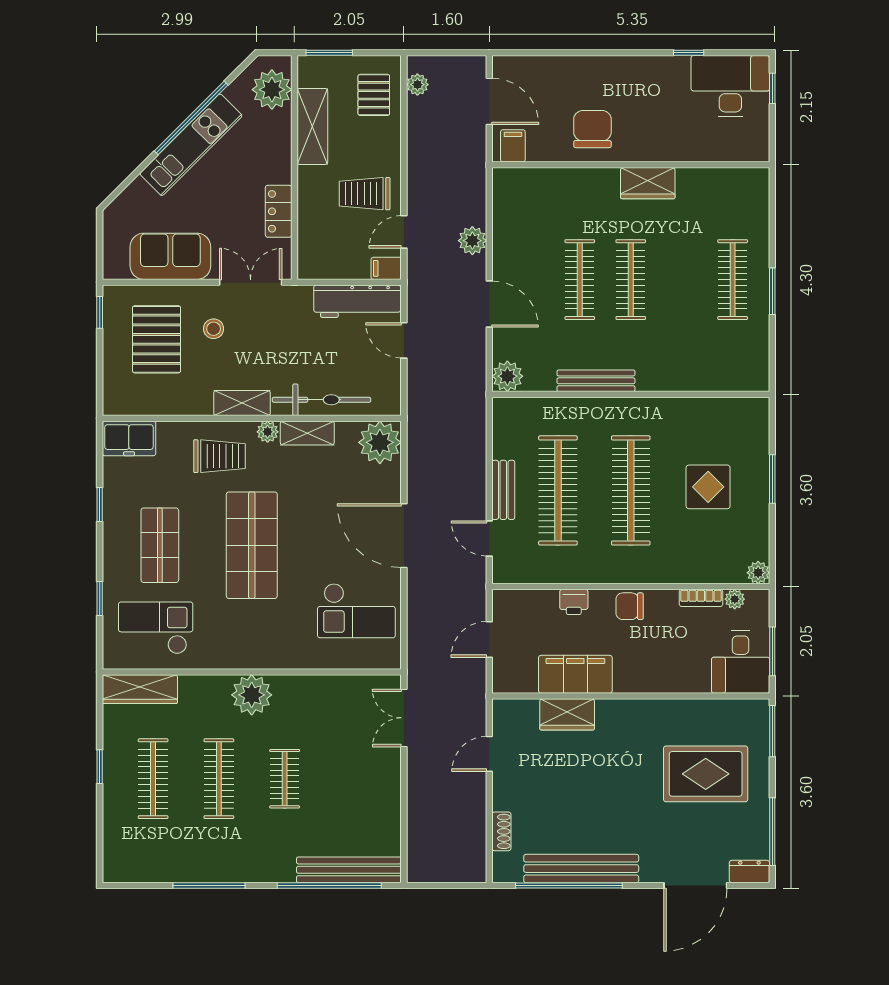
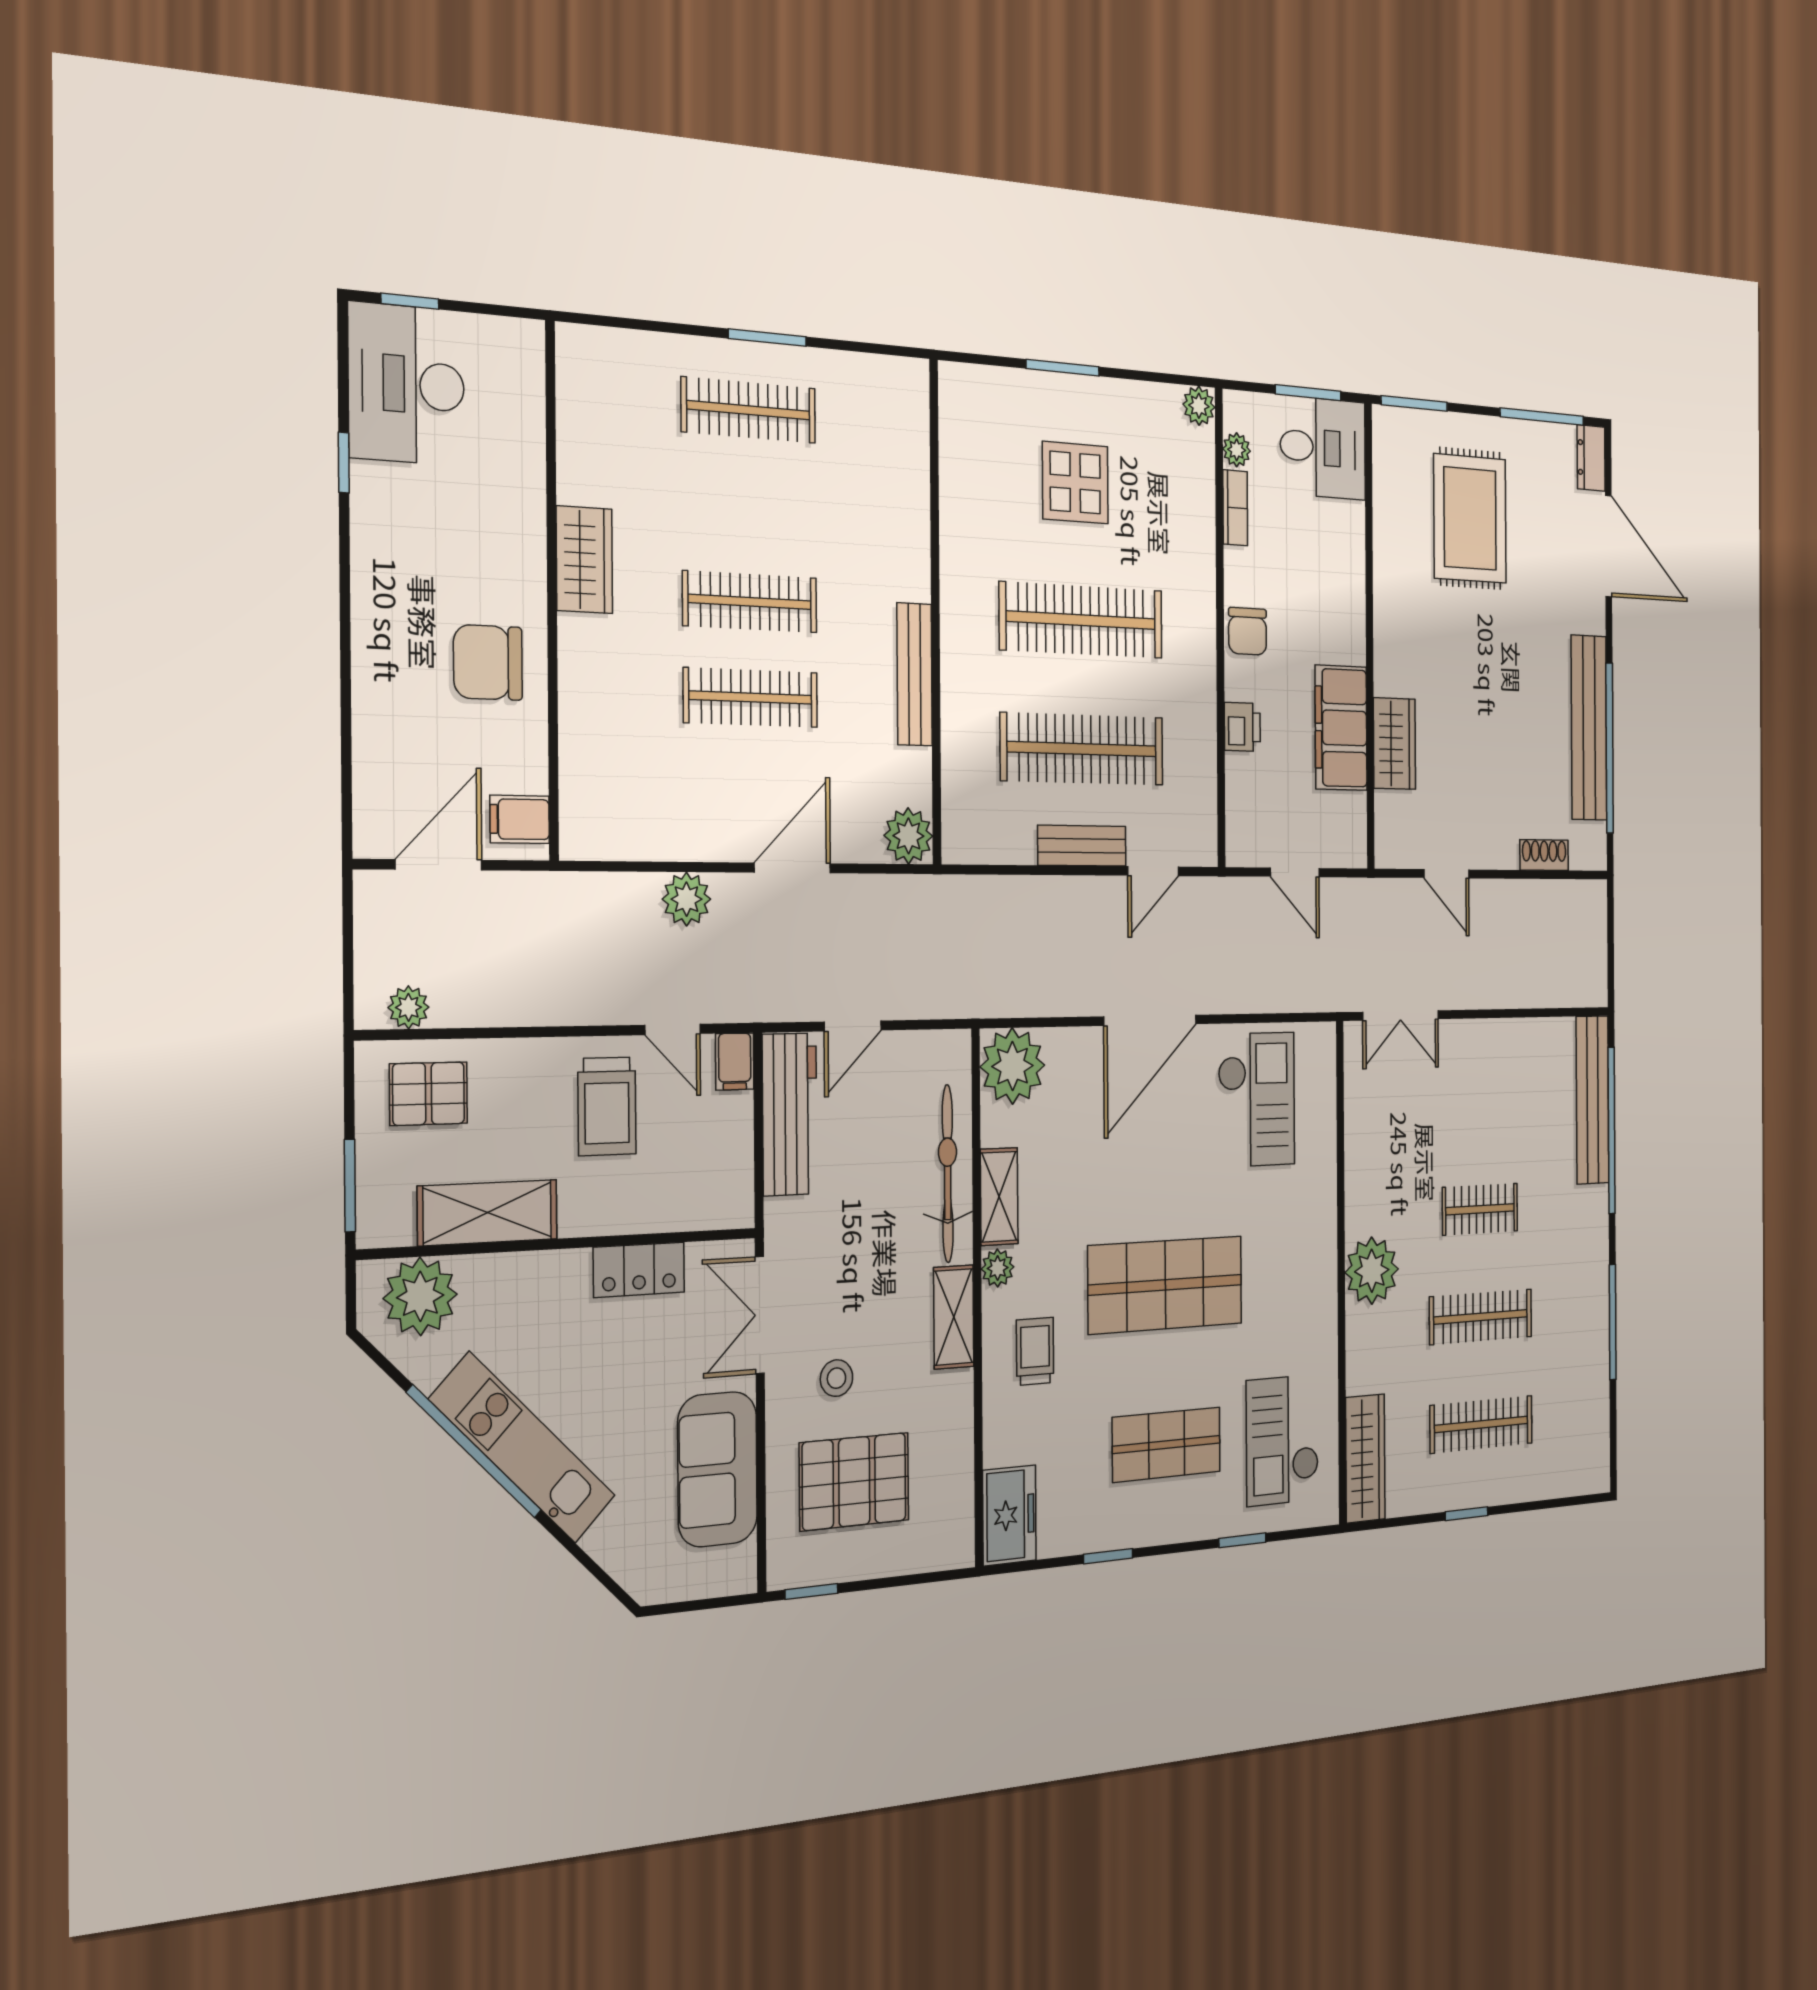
trolley: (219, 456) -> (1035, 1351), width x0.73, depth x0.72

